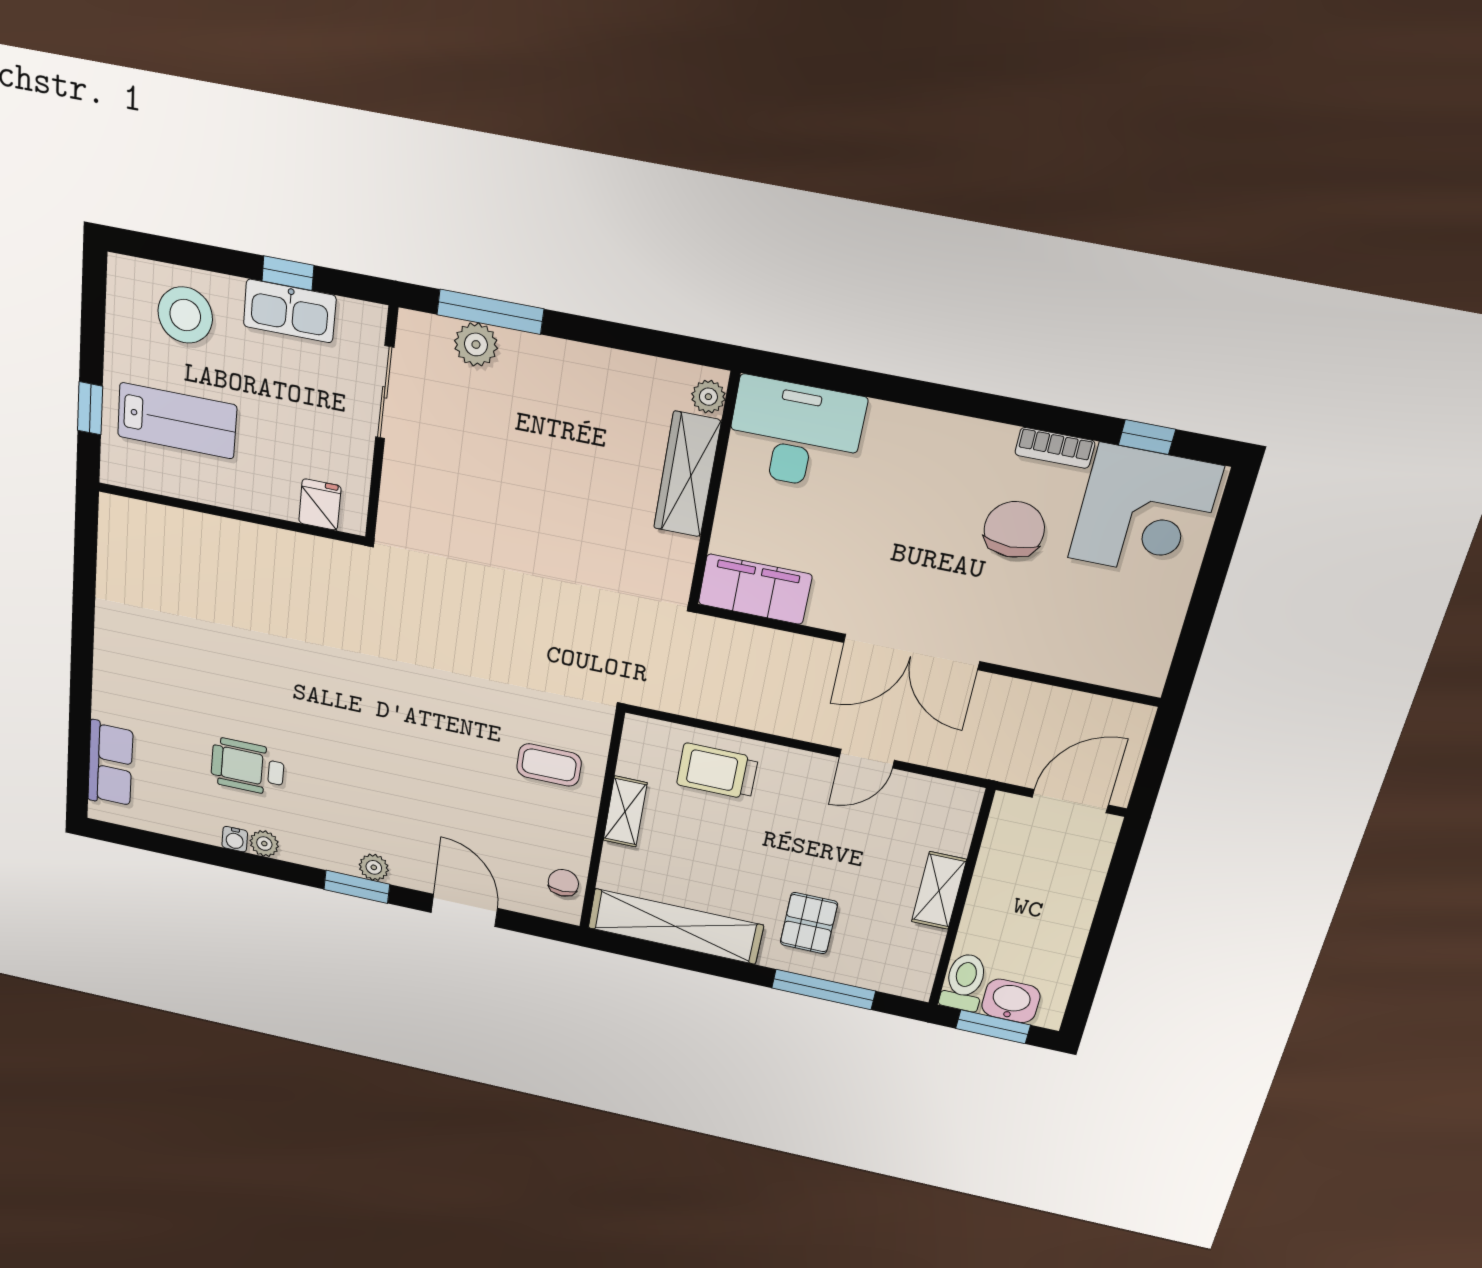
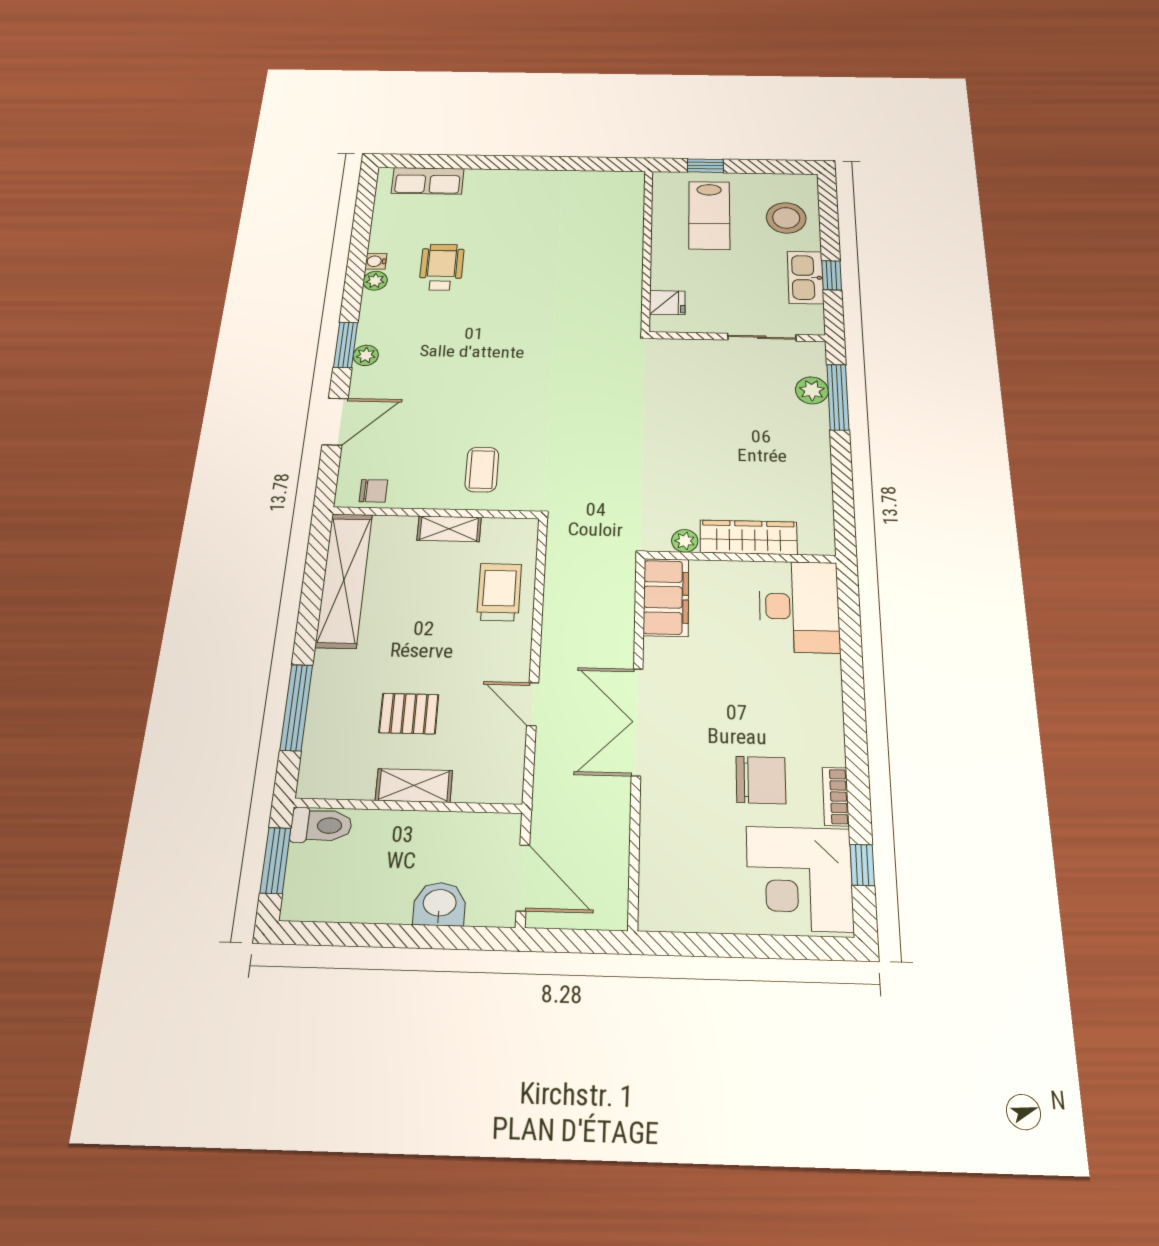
plant: (708, 397) -> (685, 541), moved
pallet: (809, 923) -> (409, 714), moved
washbasin: (1011, 1001) -> (440, 904), moved, turned -90

